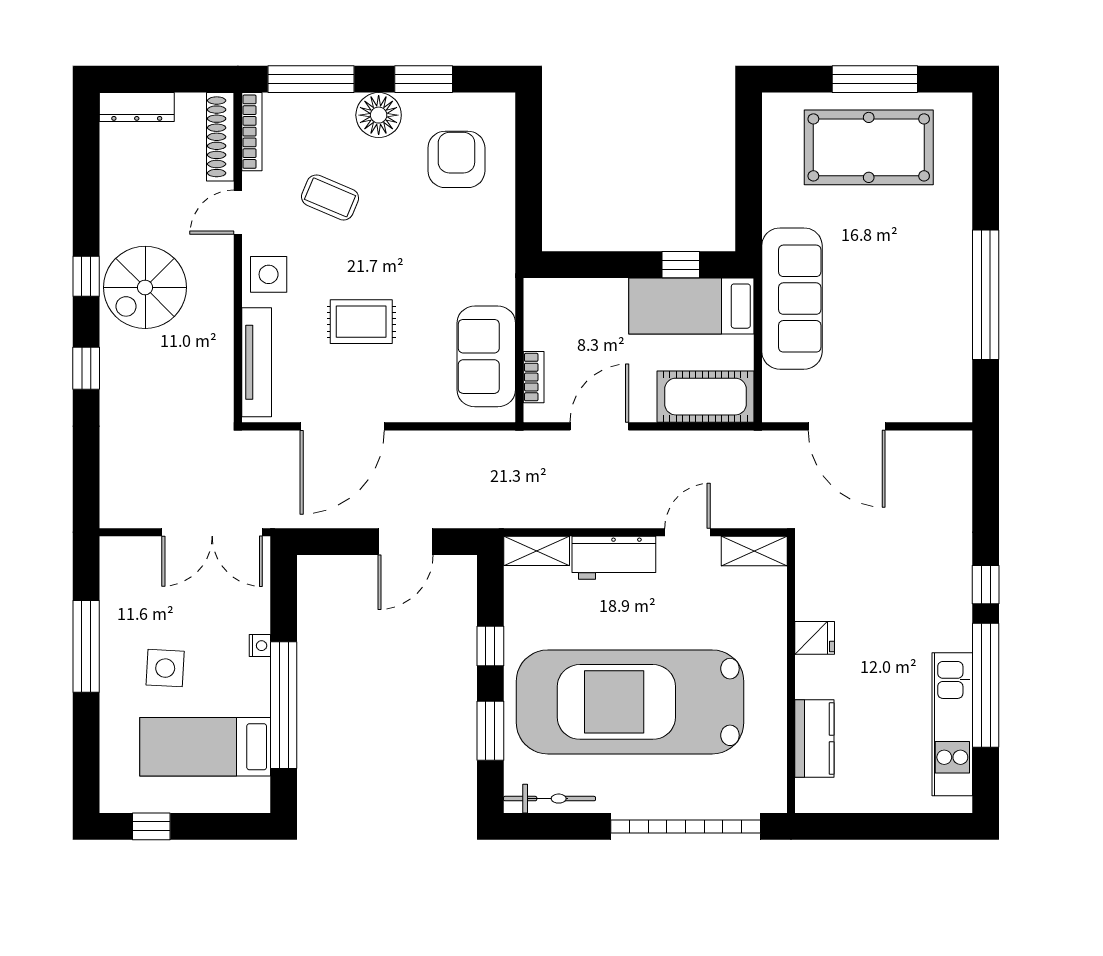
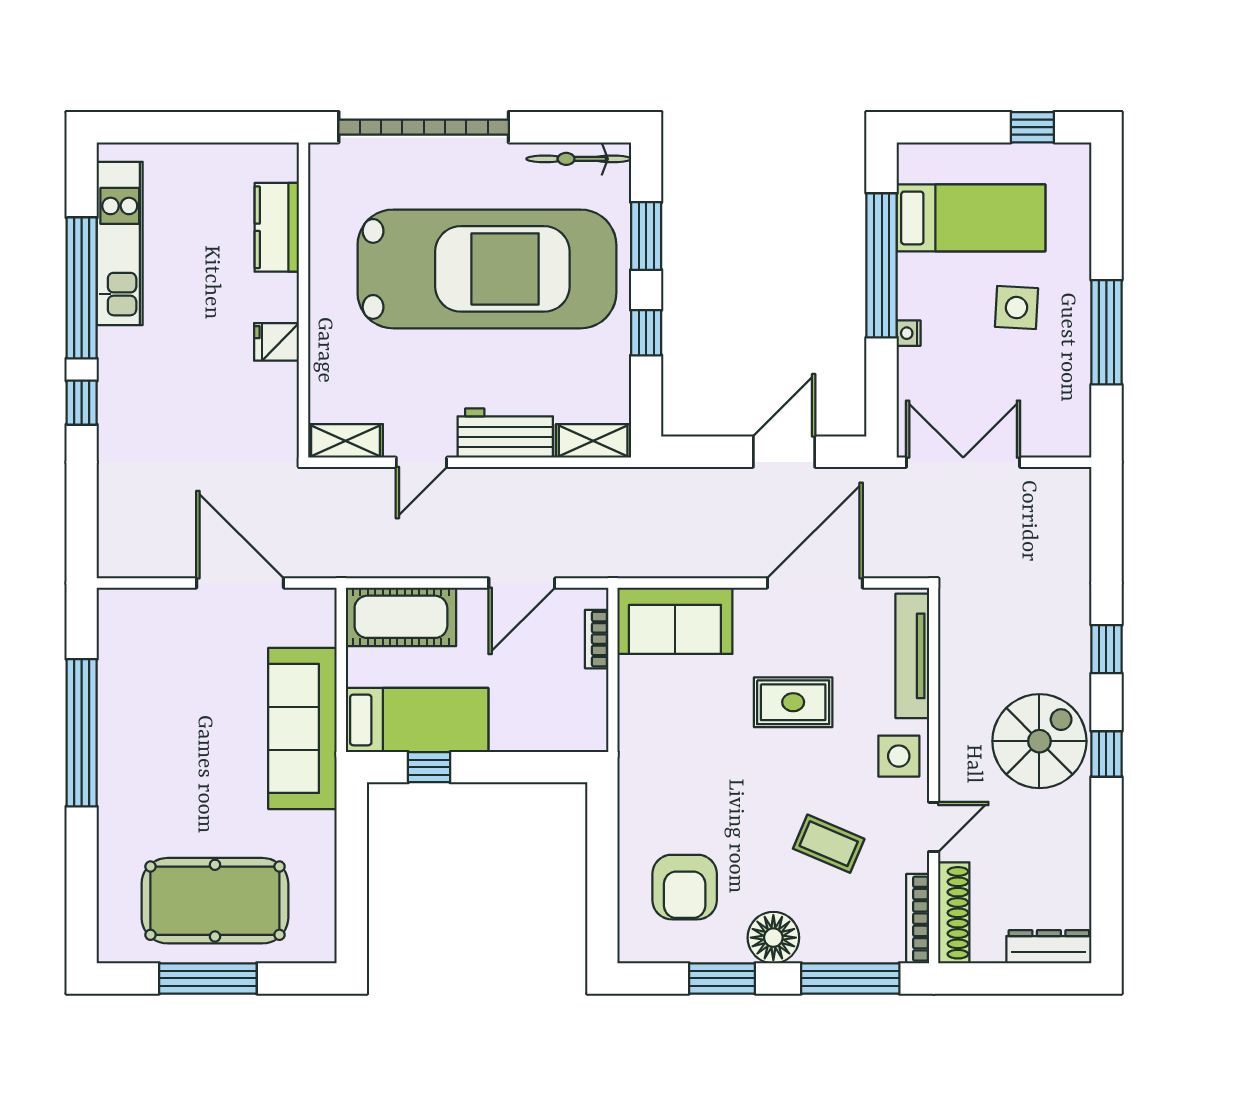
sofa: (486, 356) -> (675, 621), moved, turned 90
door: (405, 542) -> (784, 452), moved

